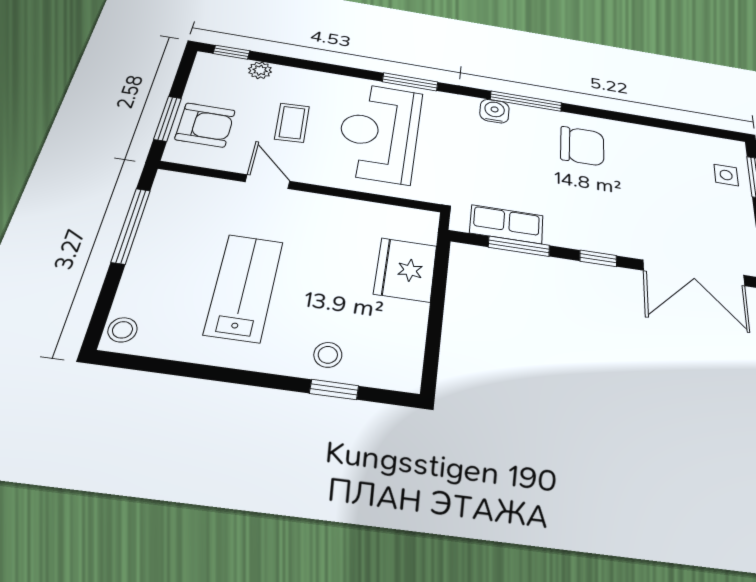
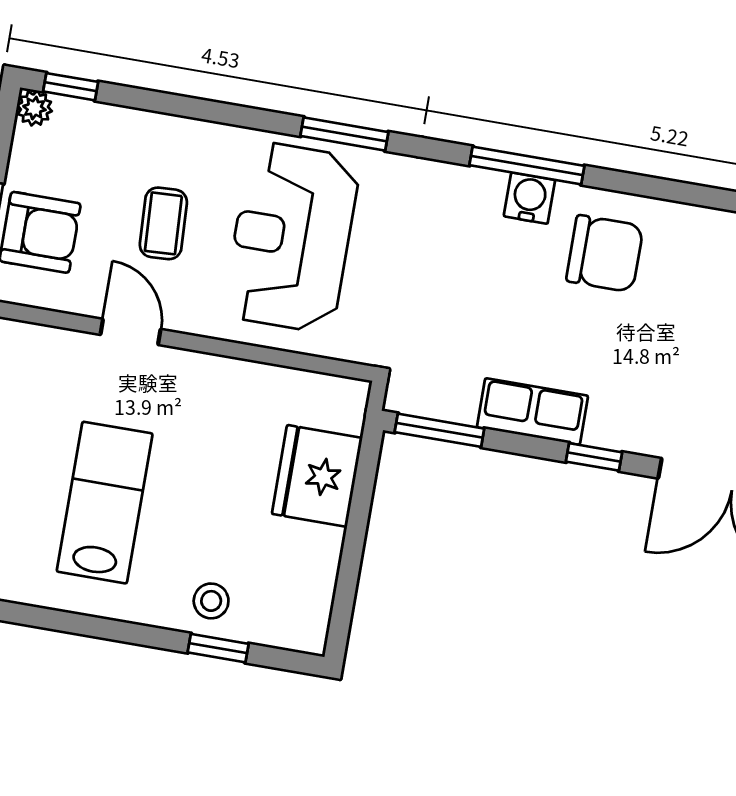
plant: (260, 70) -> (34, 108), moved
water cooler: (494, 111) -> (529, 198), moved
row of seats: (506, 224) -> (533, 412), moved
window: (519, 246) -> (439, 430), moved

